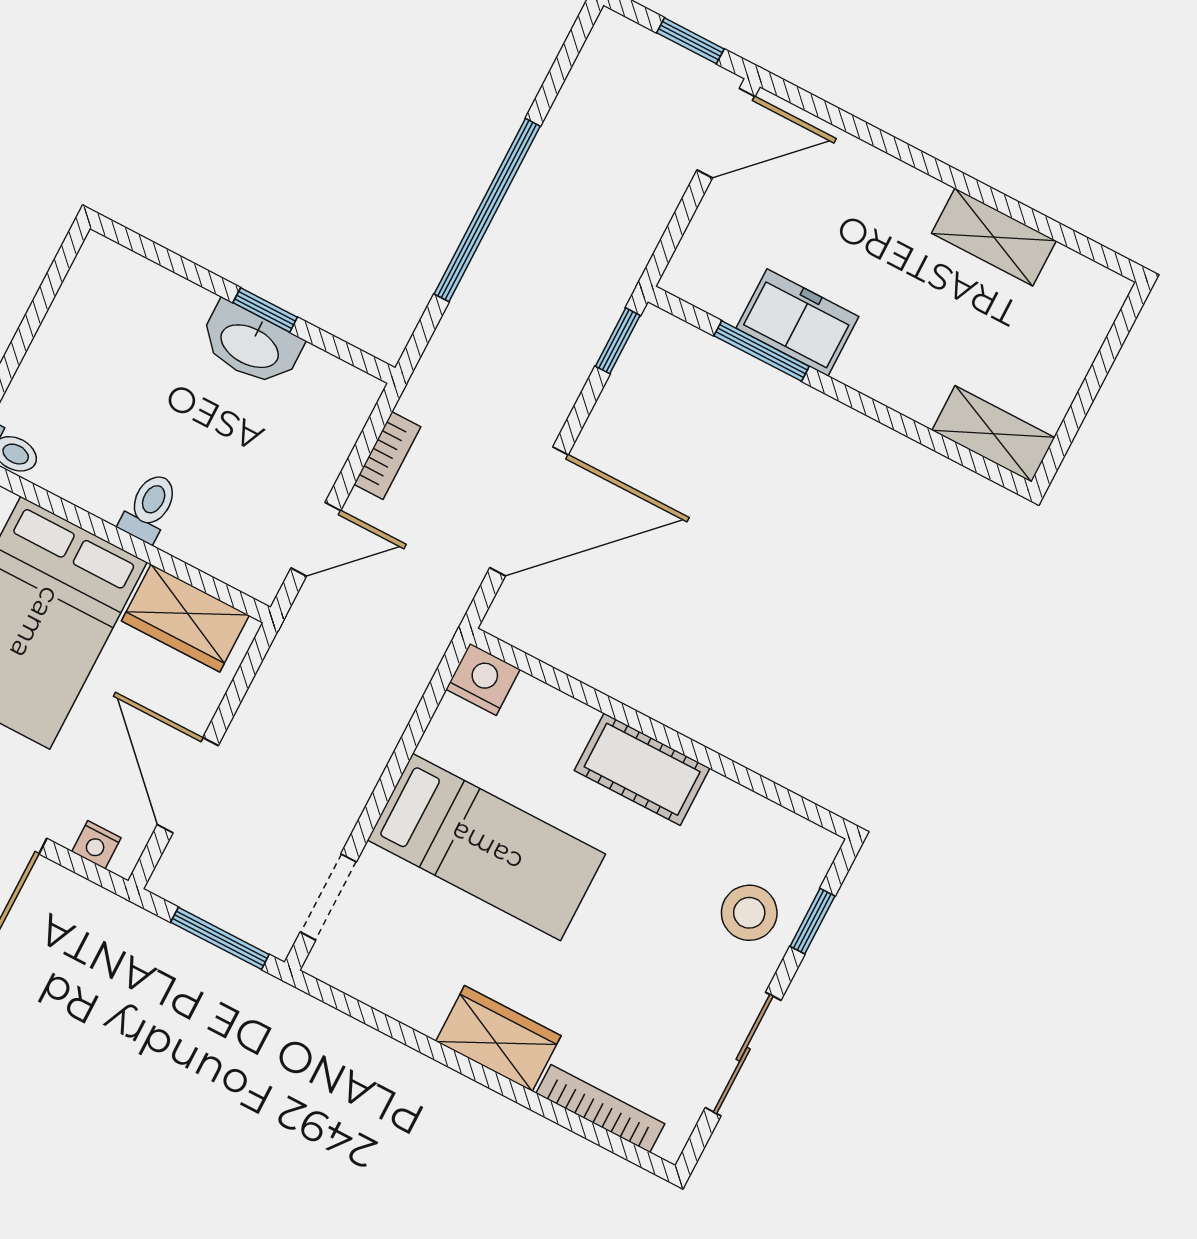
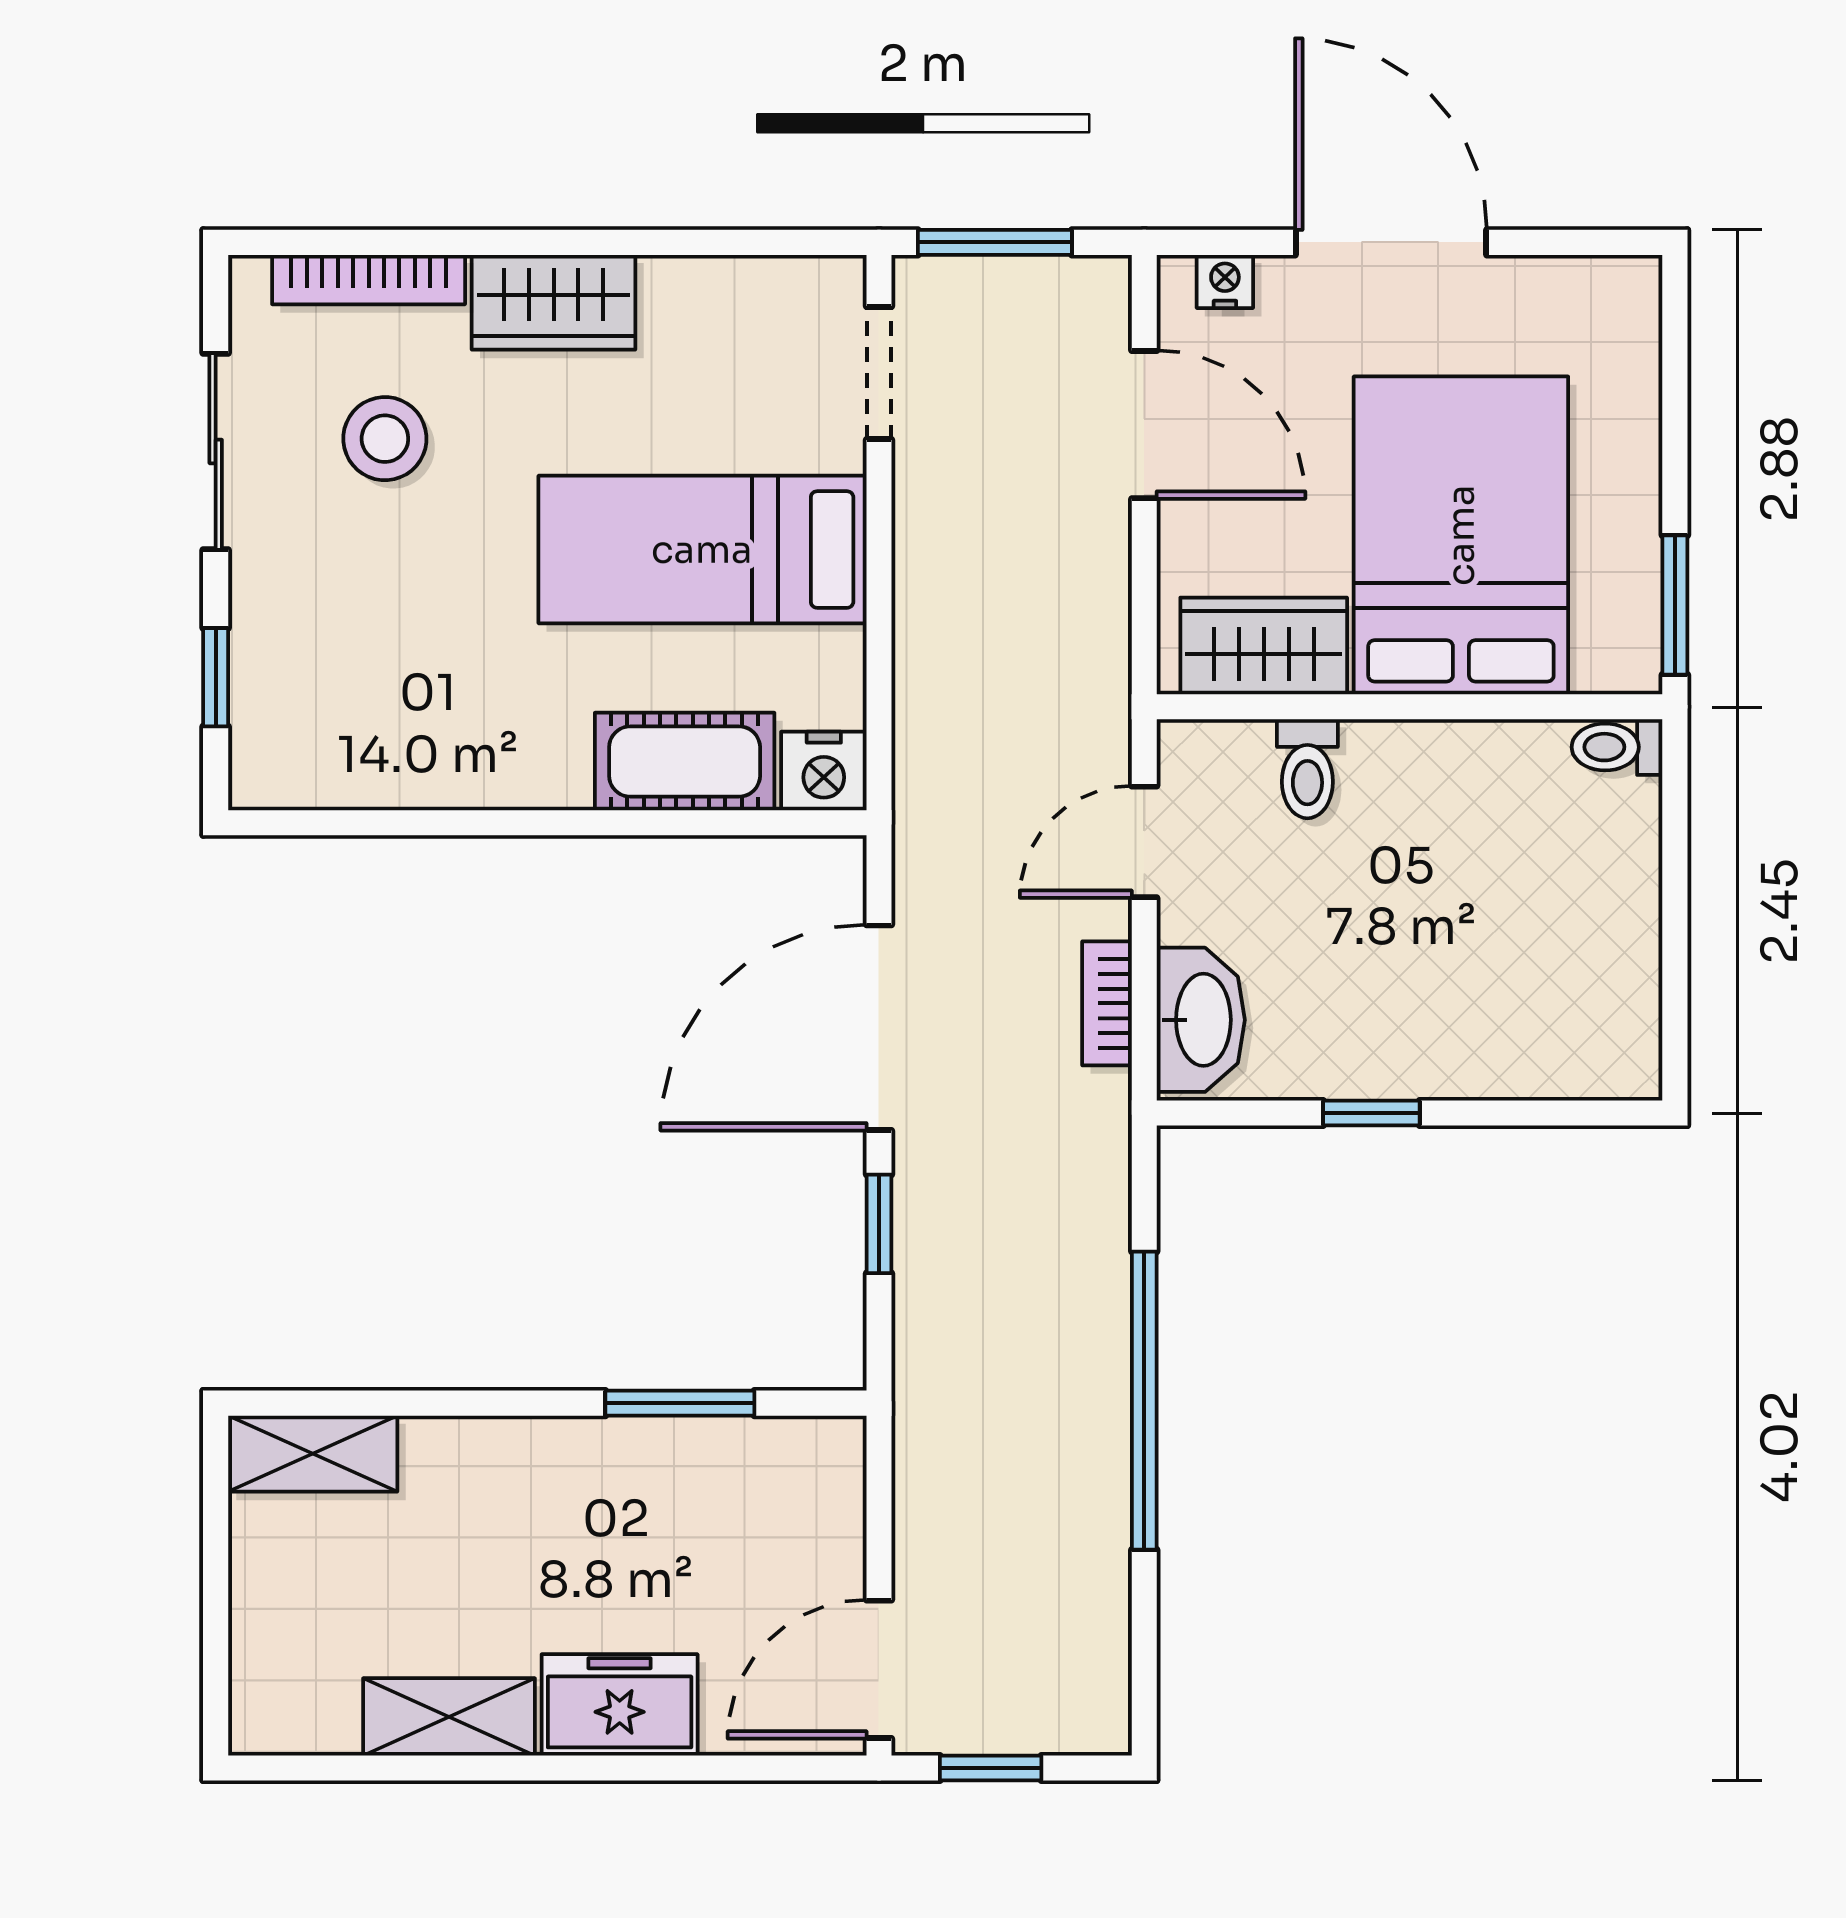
freezer: (797, 322) -> (620, 1705), moved, turned 180
window: (618, 341) -> (879, 1224), moved
washbasin: (250, 345) -> (1201, 1020), moved, turned 90
toilet: (149, 507) -> (1307, 769), moved
cot: (642, 769) -> (685, 762), moved
stool: (749, 913) -> (385, 439), moved

